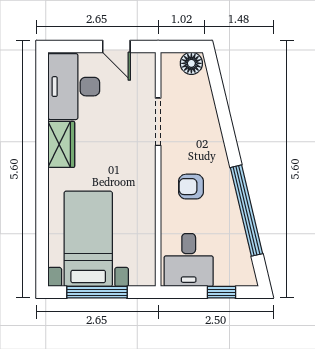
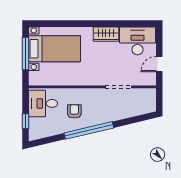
floor lamp: (191, 63) -> (150, 105), removed
armchair: (191, 187) -> (74, 111), moved
window: (246, 211) -> (89, 130), moved

